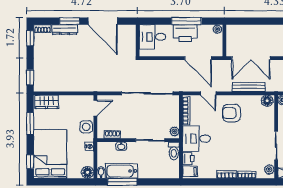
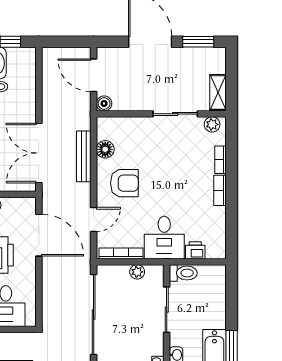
door: (198, 58) -> (39, 235), hinge flipped
double door: (251, 58) -> (39, 153), swing flipped
floor lamp: (267, 101) -> (105, 149), moved
armchair: (232, 113) -> (124, 183), turned -90
plant: (174, 131) -> (137, 272), moved
filing cabinet: (190, 171) -> (215, 248), removed

